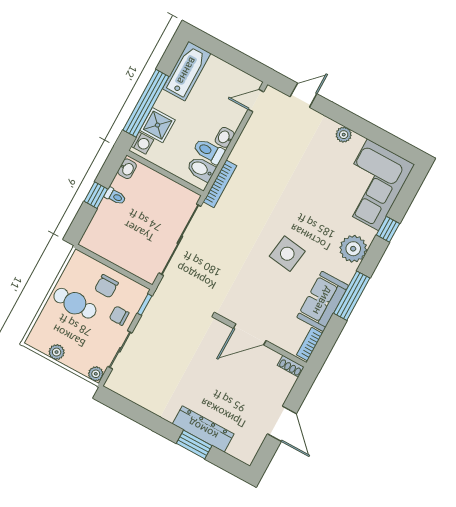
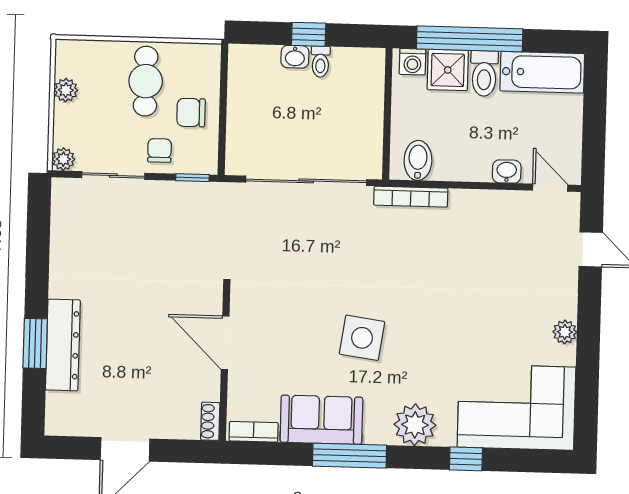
washbasin: (225, 137) -> (507, 171), moved
toilet: (209, 151) -> (484, 73), moved, turned 180
washbasin: (127, 169) -> (295, 57), moved

